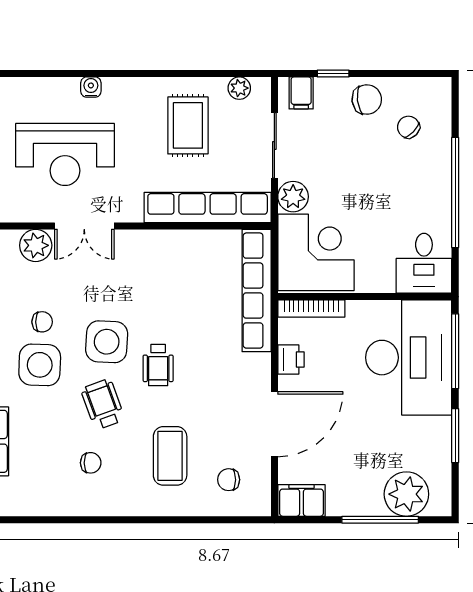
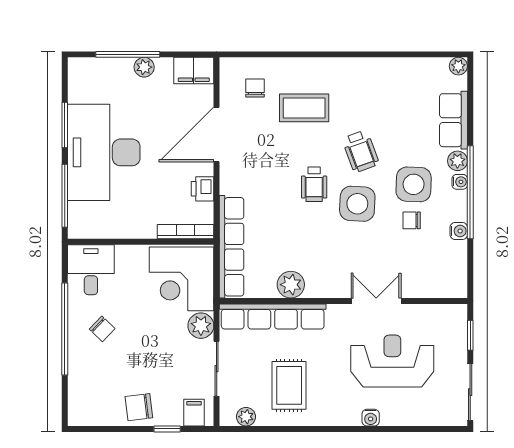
chair: (408, 127) -> (102, 329), moved
plant: (36, 245) -> (291, 285), moved
desk: (409, 358) -> (104, 152), moved
wheelchair: (158, 365) -> (314, 184), turned 180
coffee table: (170, 456) -> (304, 108), turned 90
chair: (91, 463) -> (371, 102), removed
chair: (229, 480) -> (255, 88), turned -90
plant: (406, 494) -> (144, 67), moved, width x0.53, depth x0.53

